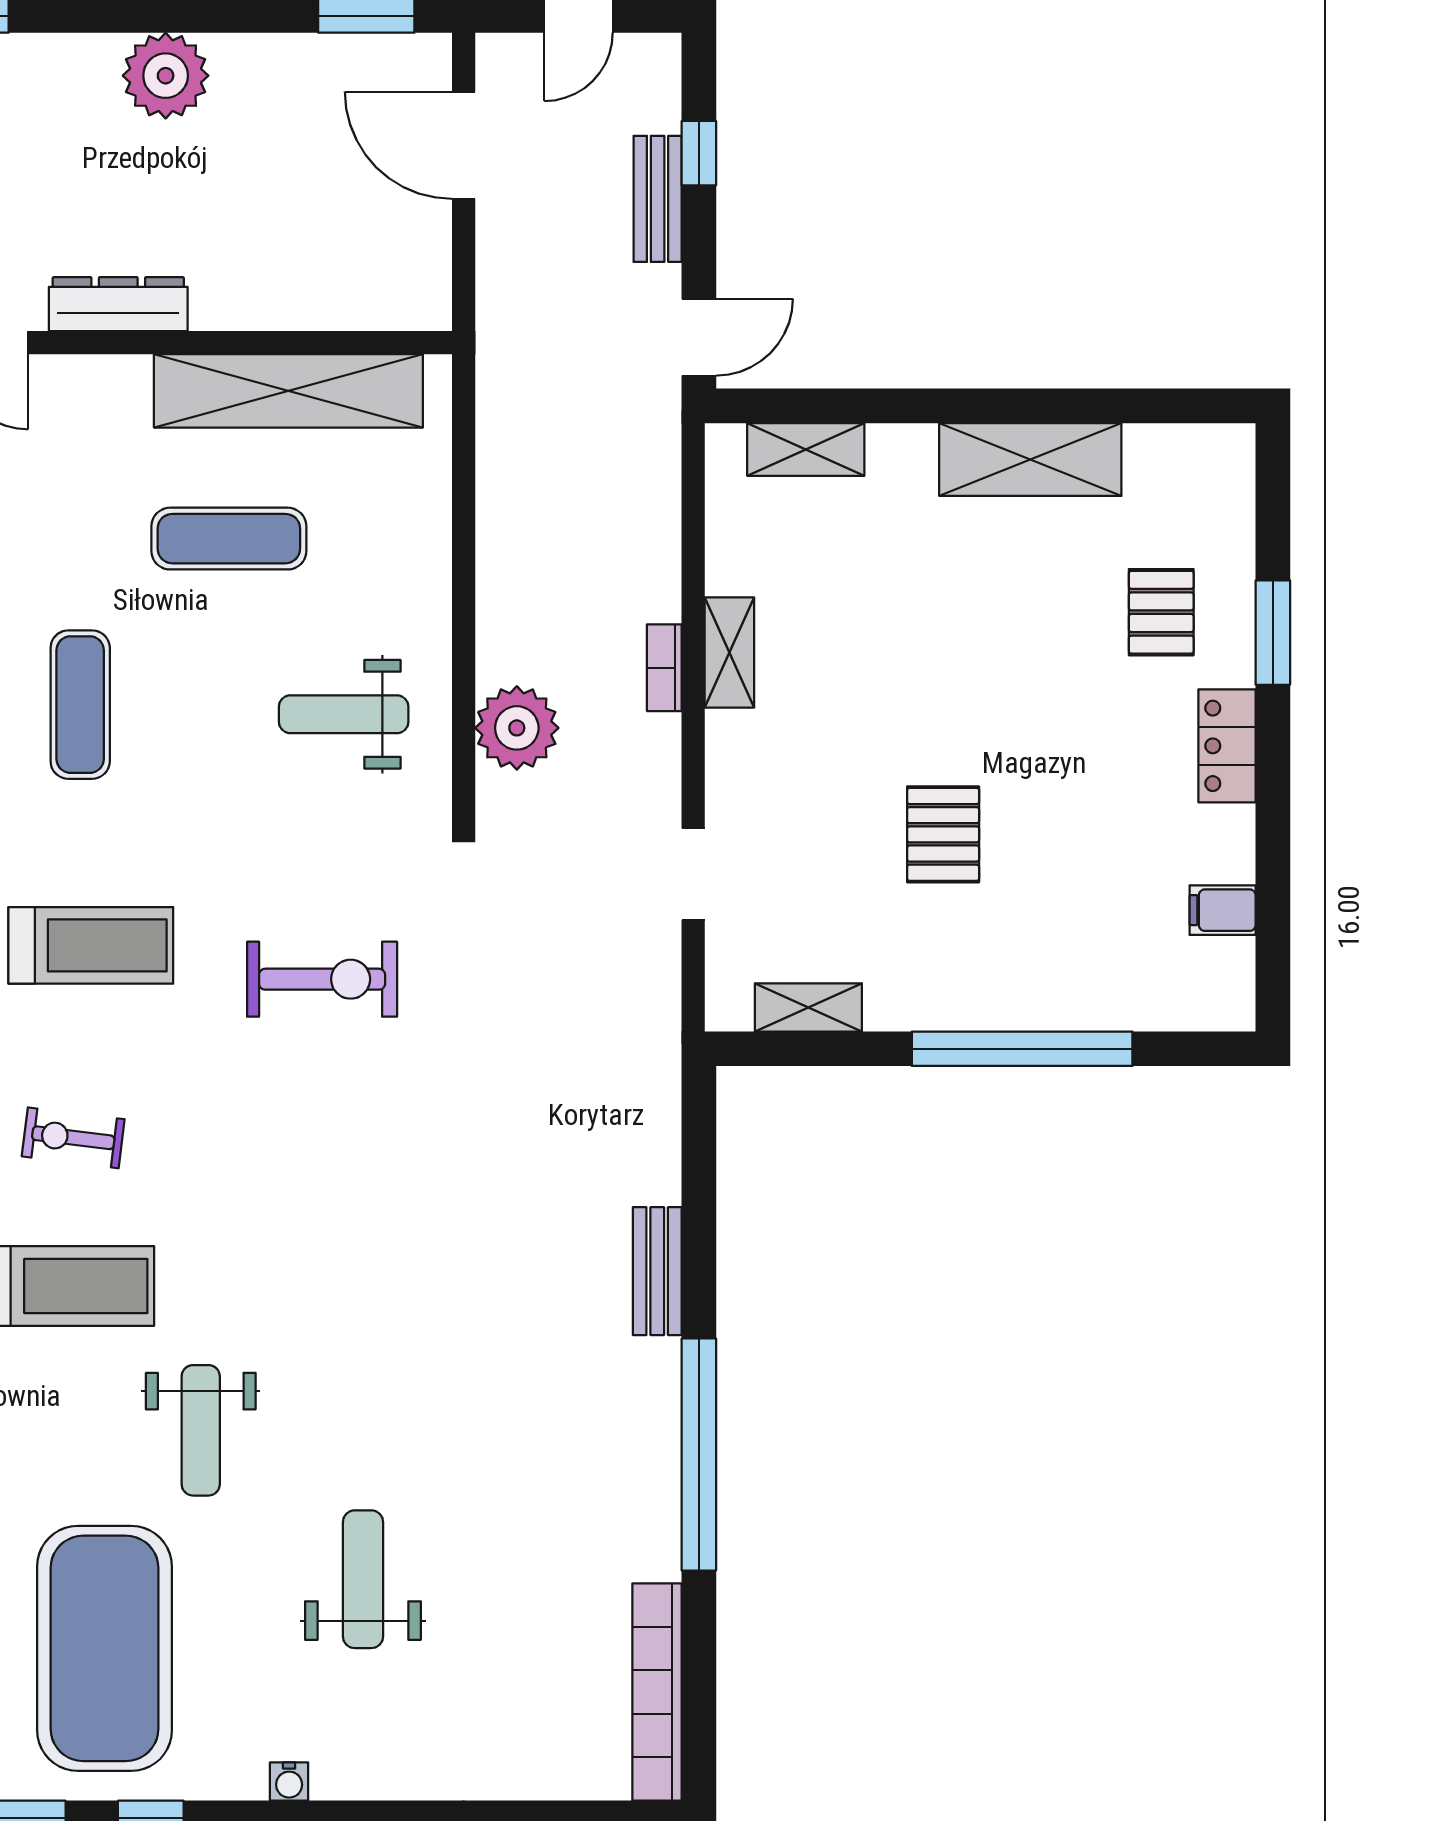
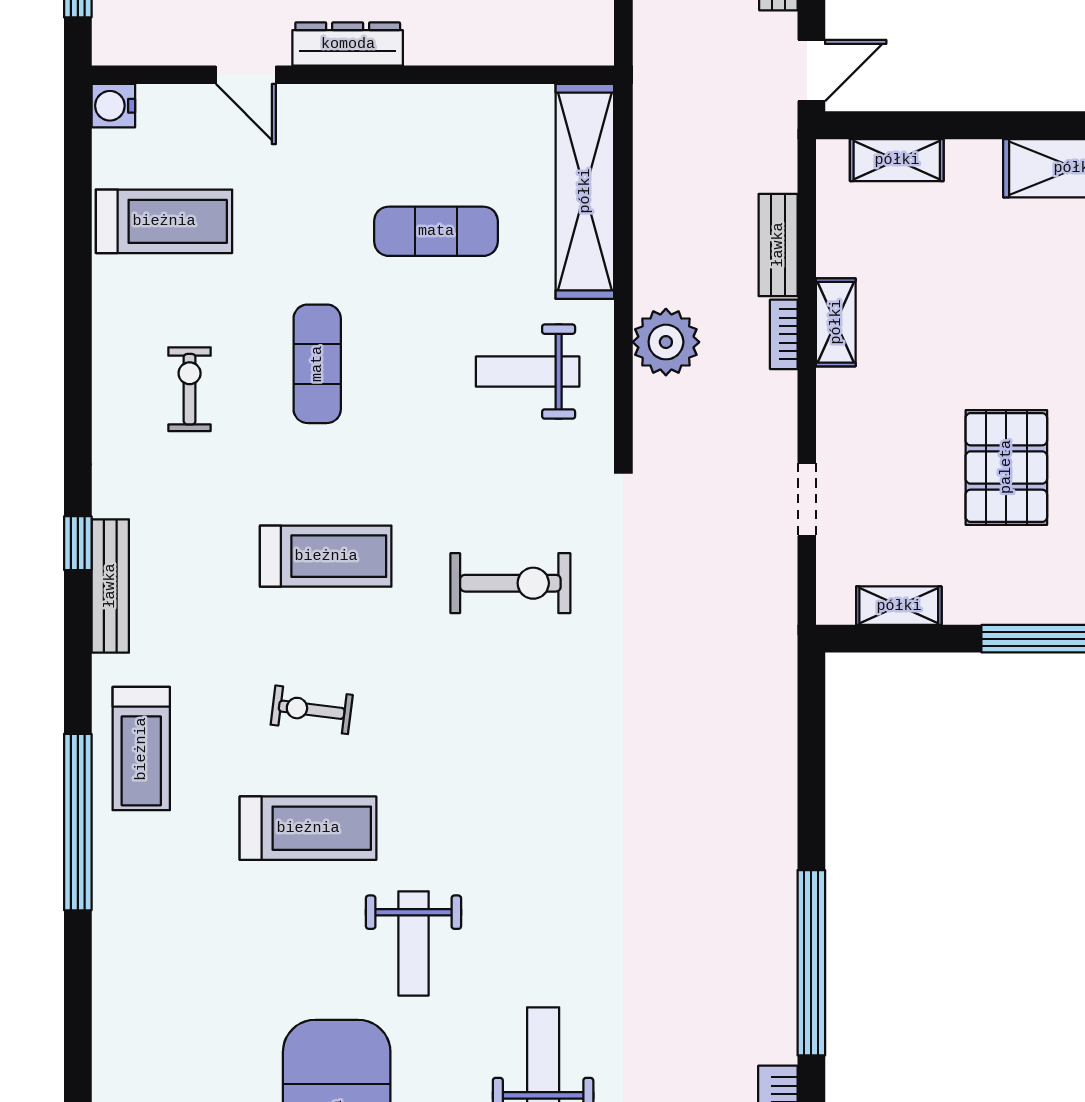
shelving: (288, 391) -> (585, 191), moved, turned 90
plant: (517, 728) -> (666, 342), moved
pallet: (943, 834) -> (1006, 467), width x1.50, depth x1.42
bench: (657, 1271) -> (778, 245), moved

